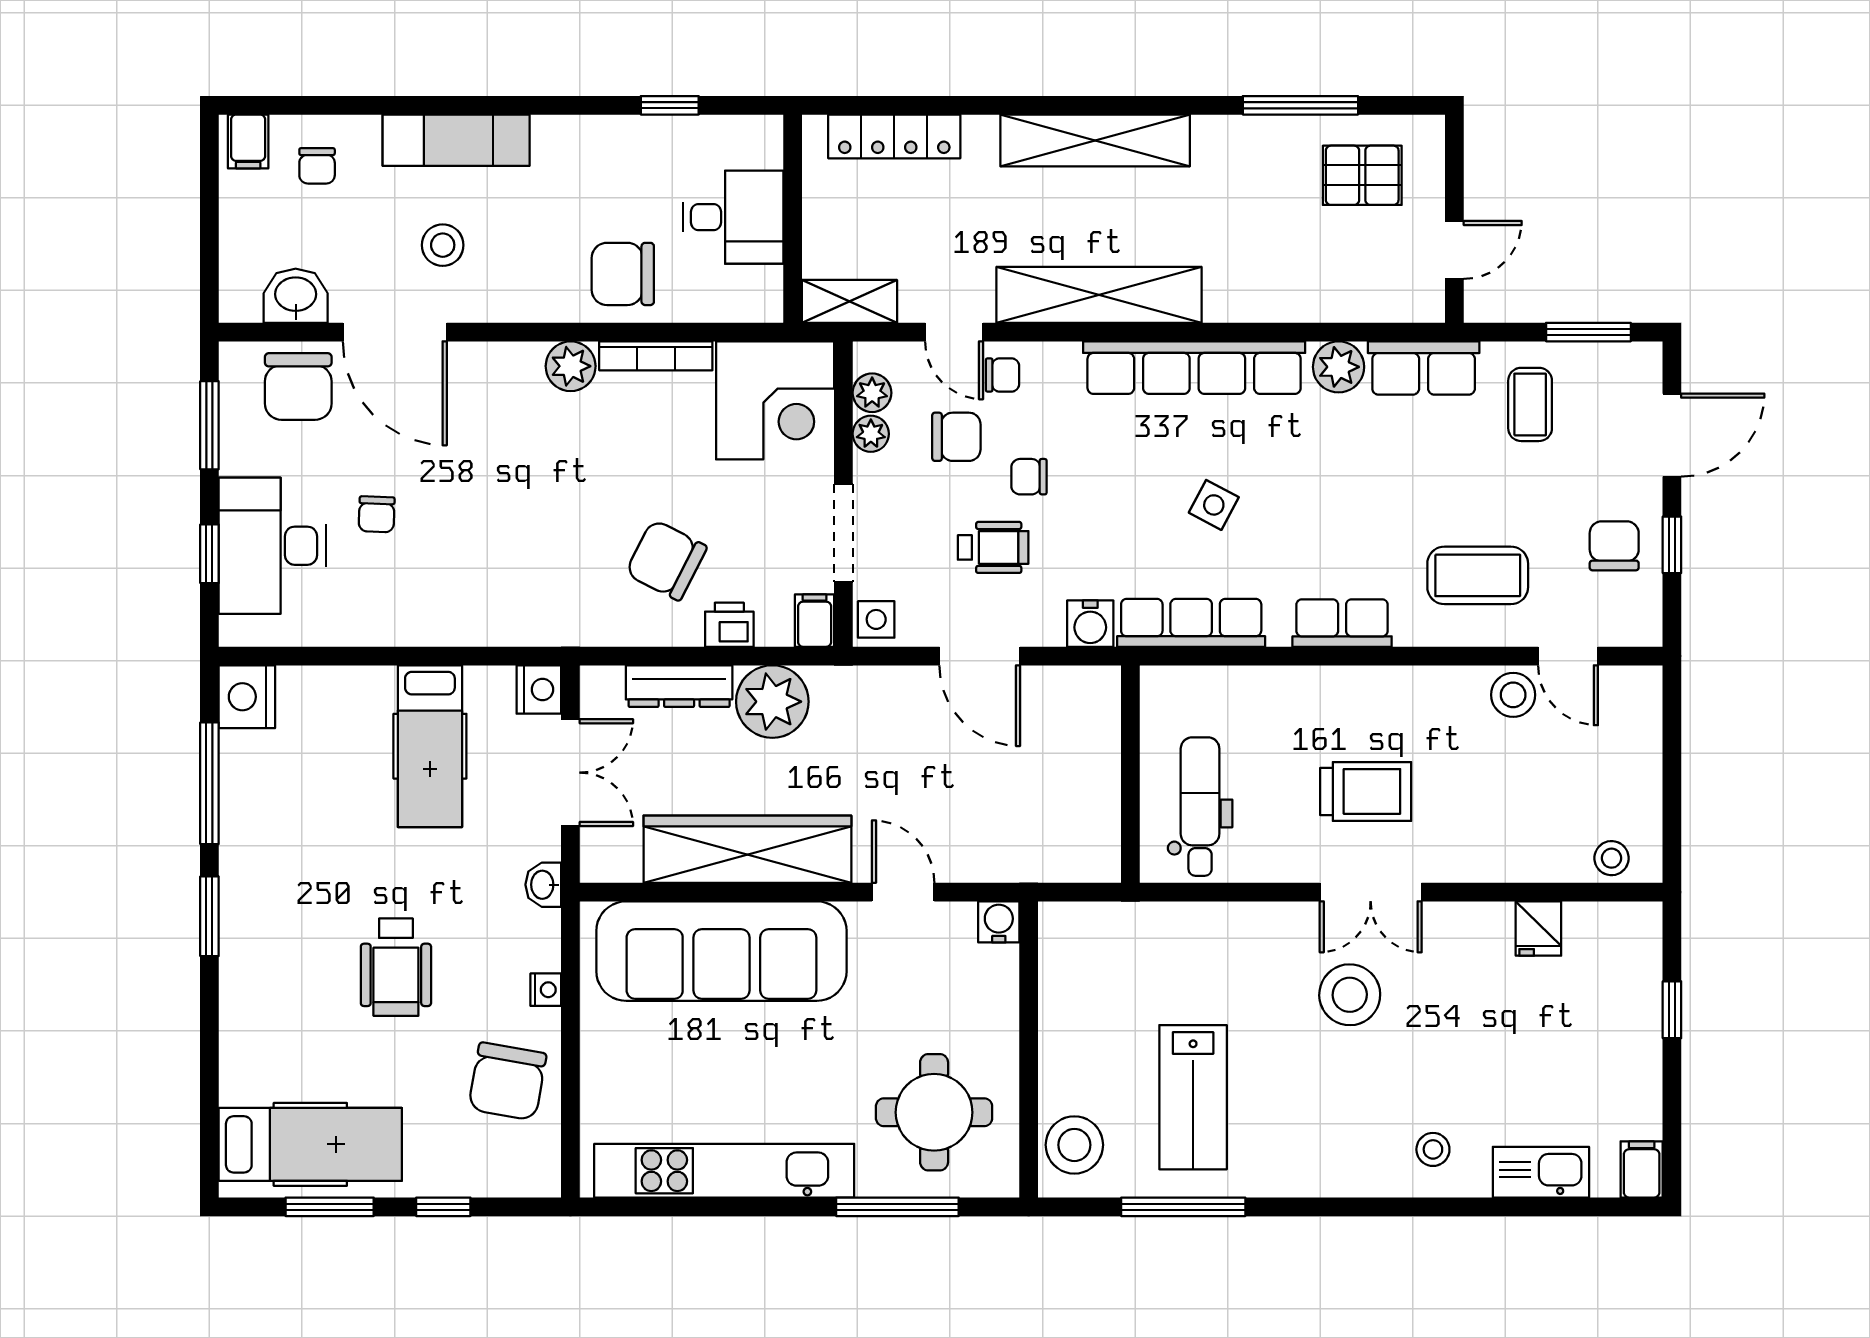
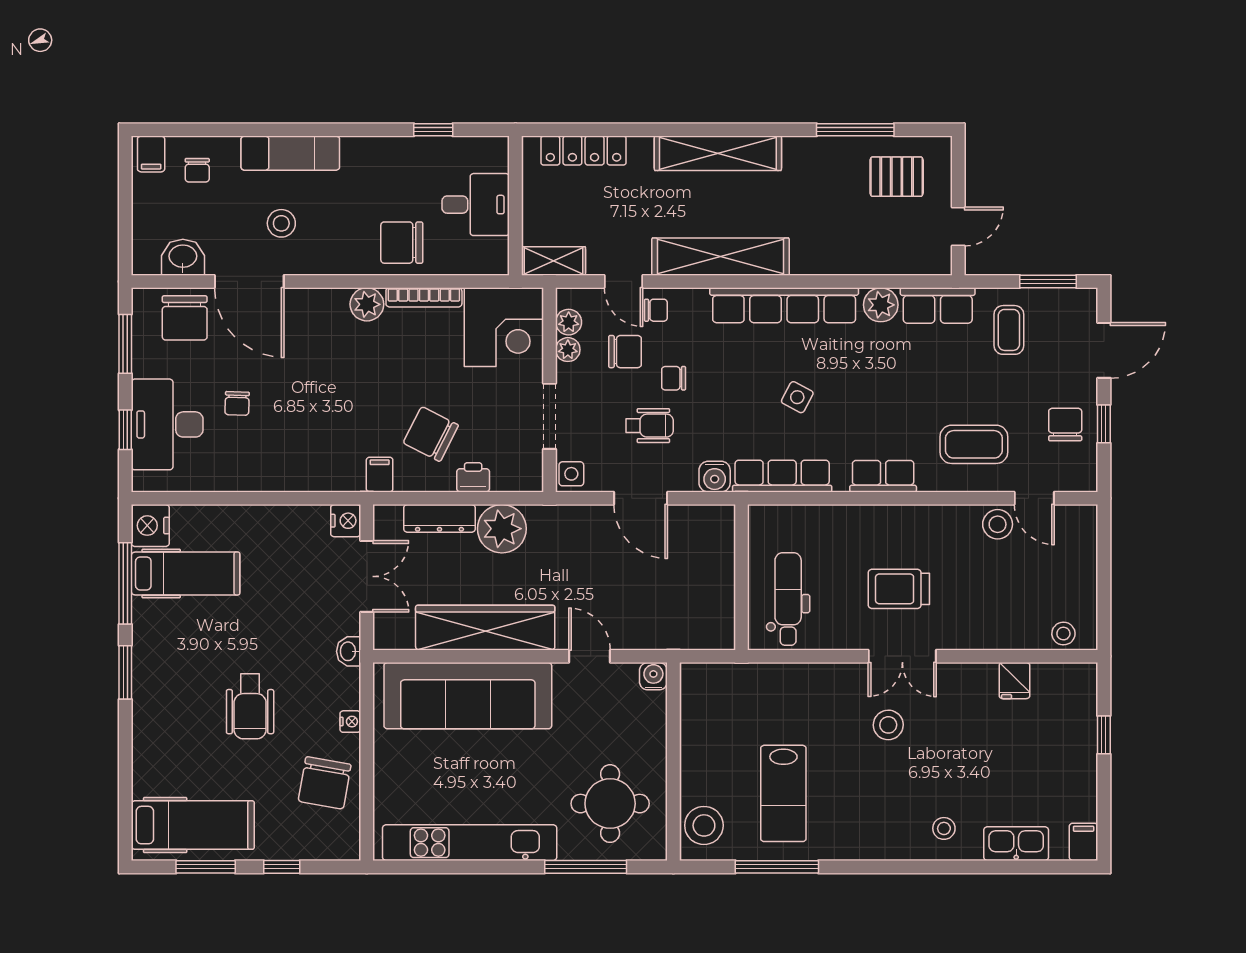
filing cabinet: (815, 621) -> (380, 475), moved
hospital bed: (430, 746) -> (186, 573), moved, turned -90
trolley: (1366, 791) -> (899, 589), turned 180
stool: (1350, 995) -> (888, 725), width x0.73, depth x0.73

